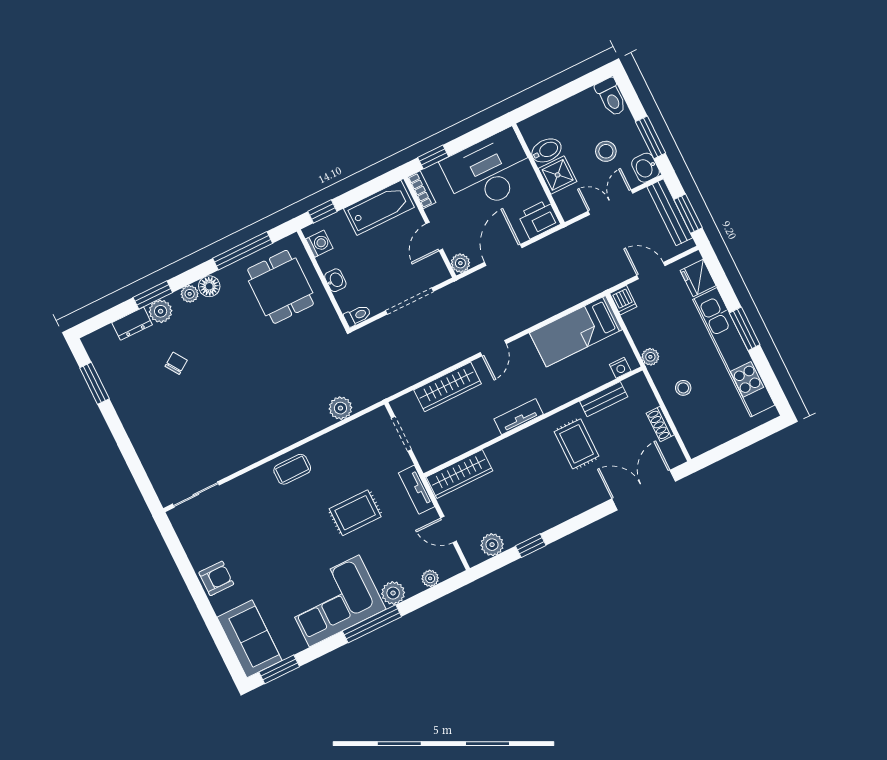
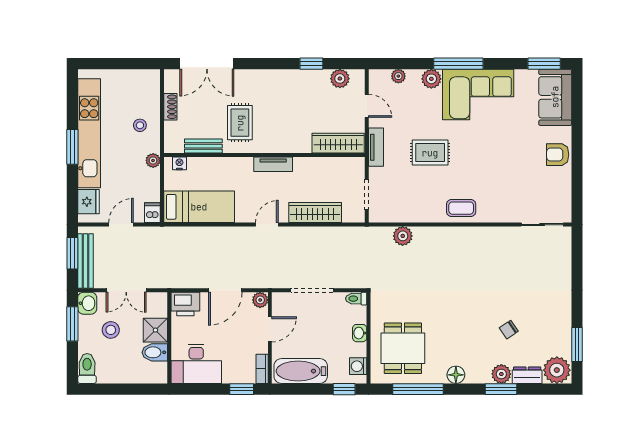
desk: (489, 171) -> (196, 364), width x0.73, depth x0.77
door: (651, 271) -> (121, 225), swing flipped
plant: (190, 294) -> (557, 370), moved, width x1.88, depth x1.88

